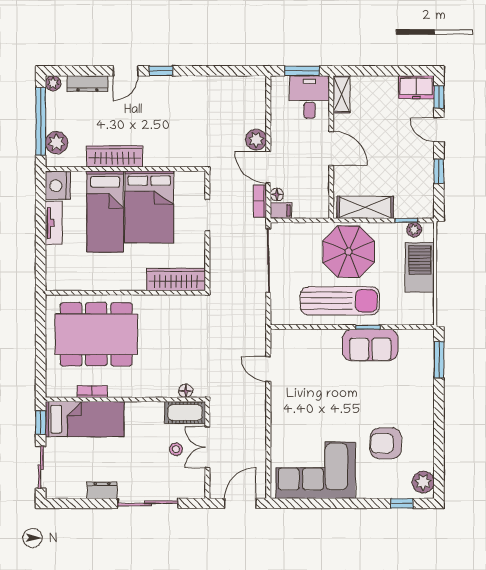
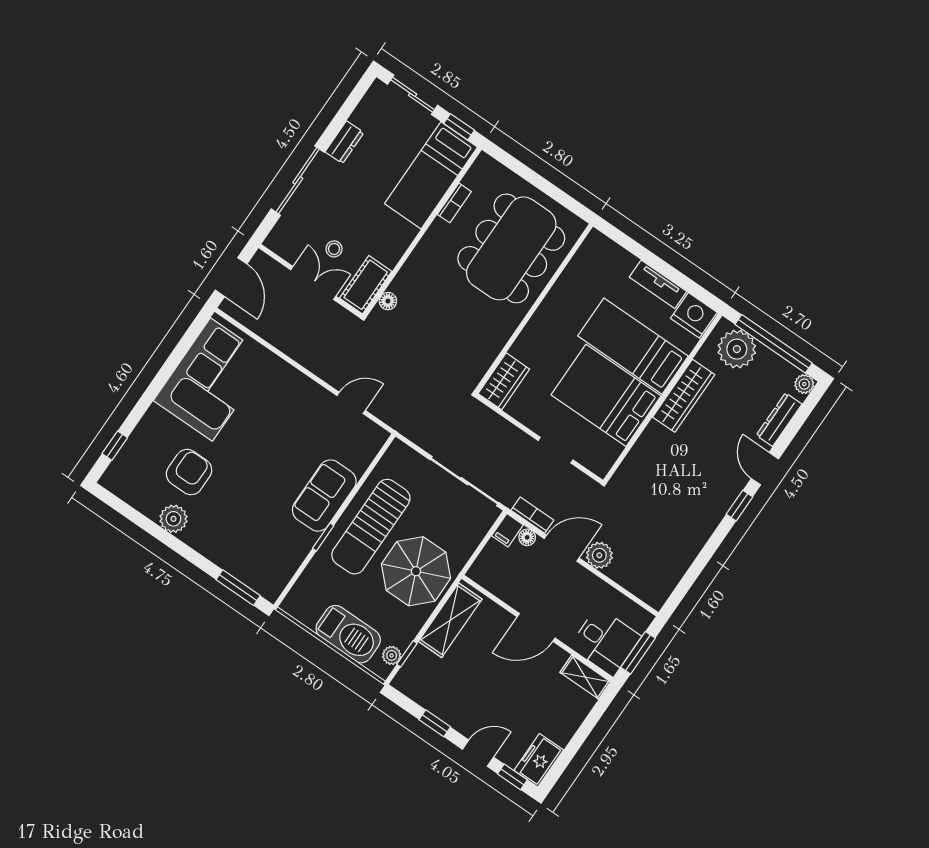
plant: (57, 143) -> (737, 349), width x1.36, depth x1.36
wardrobe: (176, 280) -> (504, 381), width x0.67
sofa: (370, 345) -> (324, 496), moved
plant: (423, 482) -> (173, 519), moved

